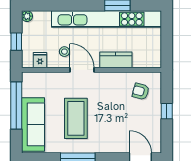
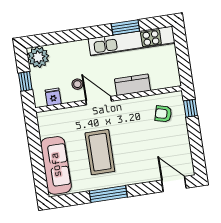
plant: (27, 16) -> (38, 57), width x1.87, depth x1.87
kitchen unit: (107, 19) -> (132, 41), width x0.73
window: (16, 105) -> (35, 148), removed
window: (167, 111) -> (191, 108), moved

